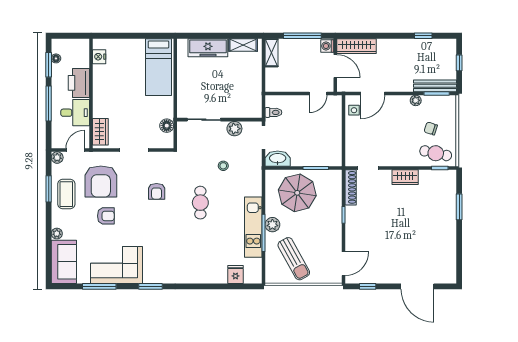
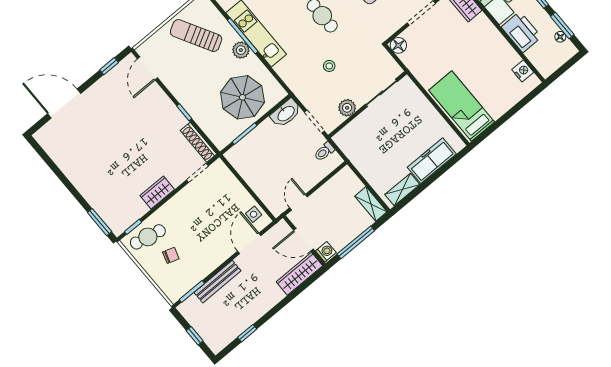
bench: (435, 86) -> (217, 282), moved
plant: (416, 100) -> (205, 269), removed
floor lamp: (167, 126) -> (398, 45), moved
window: (459, 207) -> (100, 222), moved

